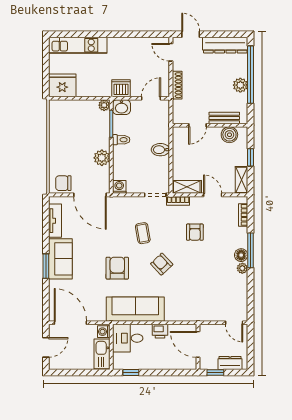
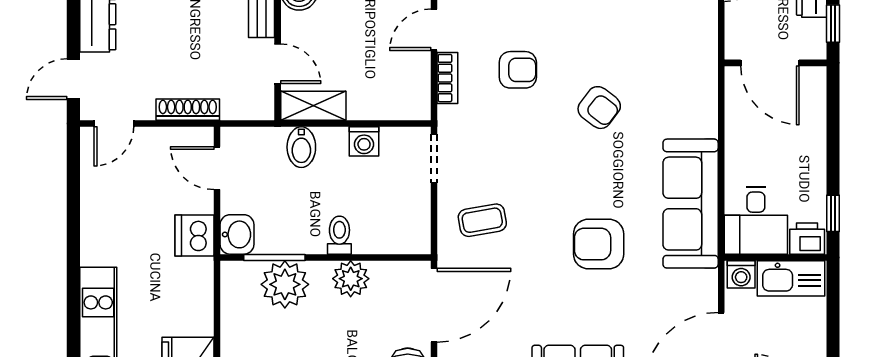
plant: (104, 105) -> (285, 284), moved, width x1.87, depth x1.87
toilet: (121, 140) -> (339, 235), moved
bidet: (160, 150) -> (301, 147), moved
washing machine: (119, 187) -> (364, 141), moved, turned -90
shelving: (187, 187) -> (313, 106), moved, turned 90
bookcase: (178, 201) -> (447, 78), moved
coffee table: (143, 233) -> (482, 220), moved
armchair: (162, 264) -> (599, 108), moved, turned -100
printer: (160, 331) -> (807, 239), moved, turned -90
door: (198, 344) -> (770, 63), hinge flipped

